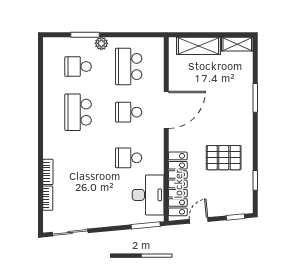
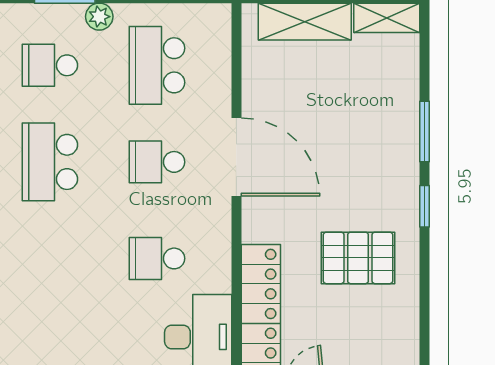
door: (166, 110) -> (236, 157), hinge flipped
window: (255, 180) -> (425, 206), moved

